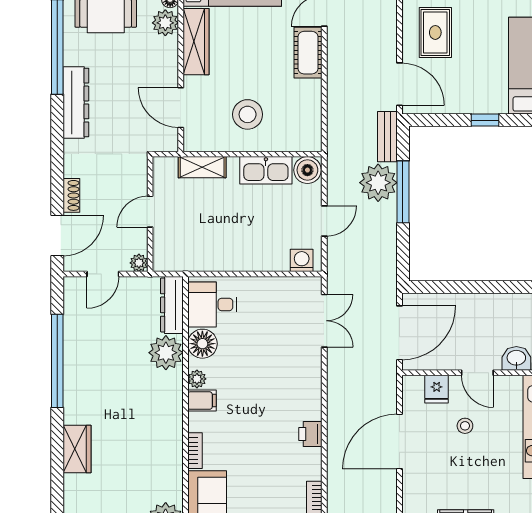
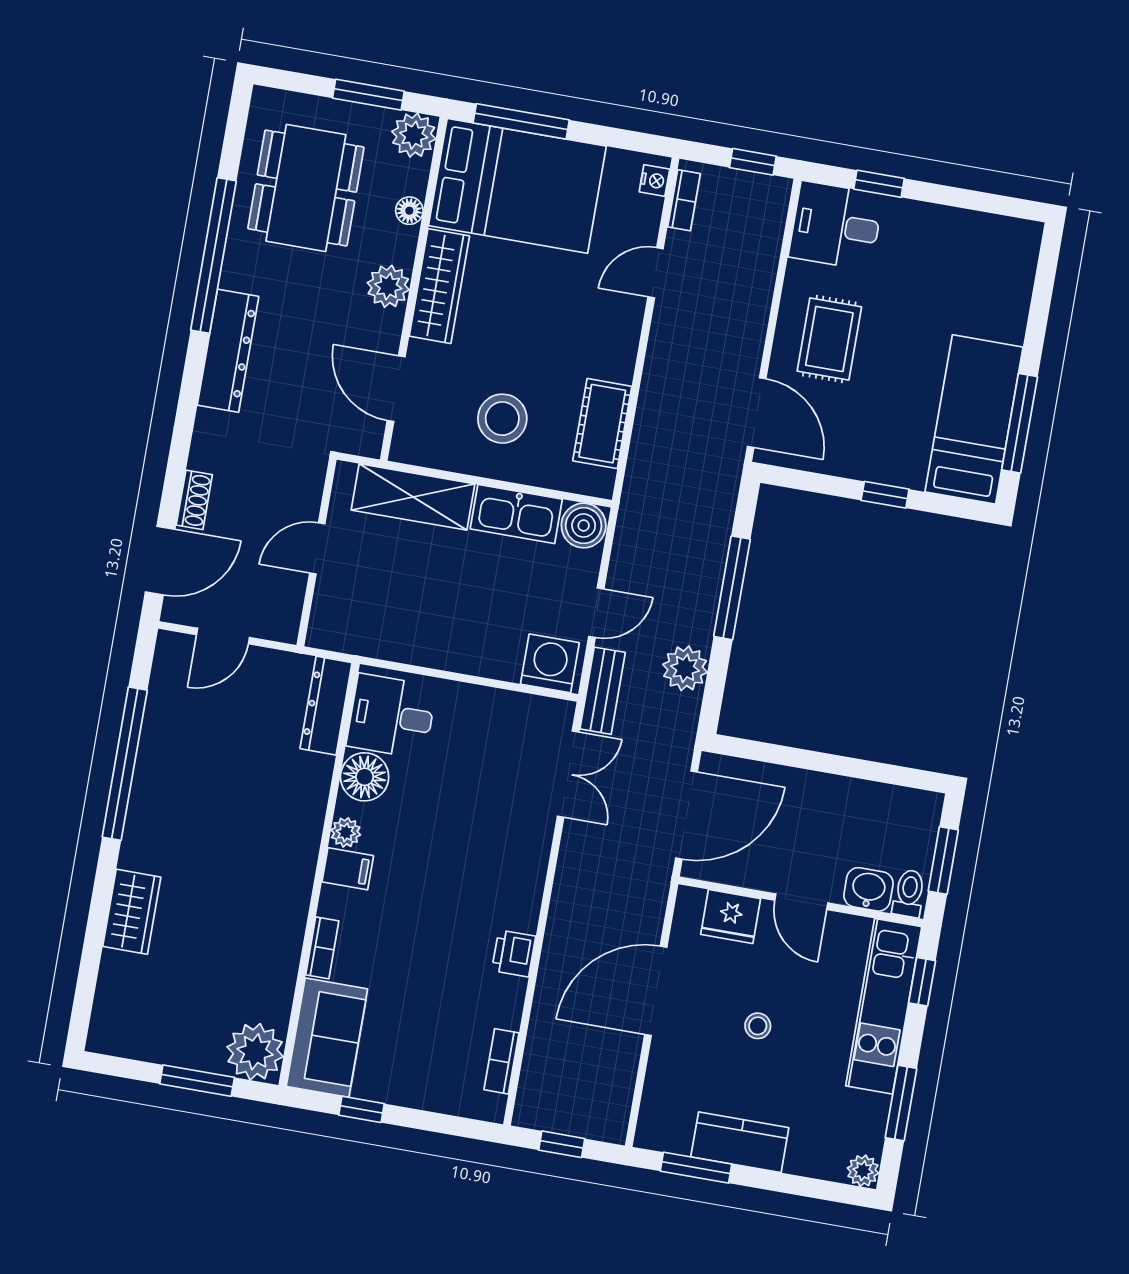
plant: (165, 23) -> (388, 286), moved
cot: (308, 53) -> (602, 424), moved
bench: (387, 137) -> (603, 691), moved
shelving: (202, 167) -> (413, 497), width x1.50, depth x1.33
plant: (378, 183) -> (685, 668), moved, width x0.73, depth x0.73
washing machine: (302, 260) -> (550, 663), width x1.38, depth x1.38
plant: (139, 263) -> (285, 628), removed
plant: (166, 353) -> (303, 781), removed
fridge: (437, 389) -> (731, 917), width x1.38
stool: (465, 426) -> (758, 1026), moved

